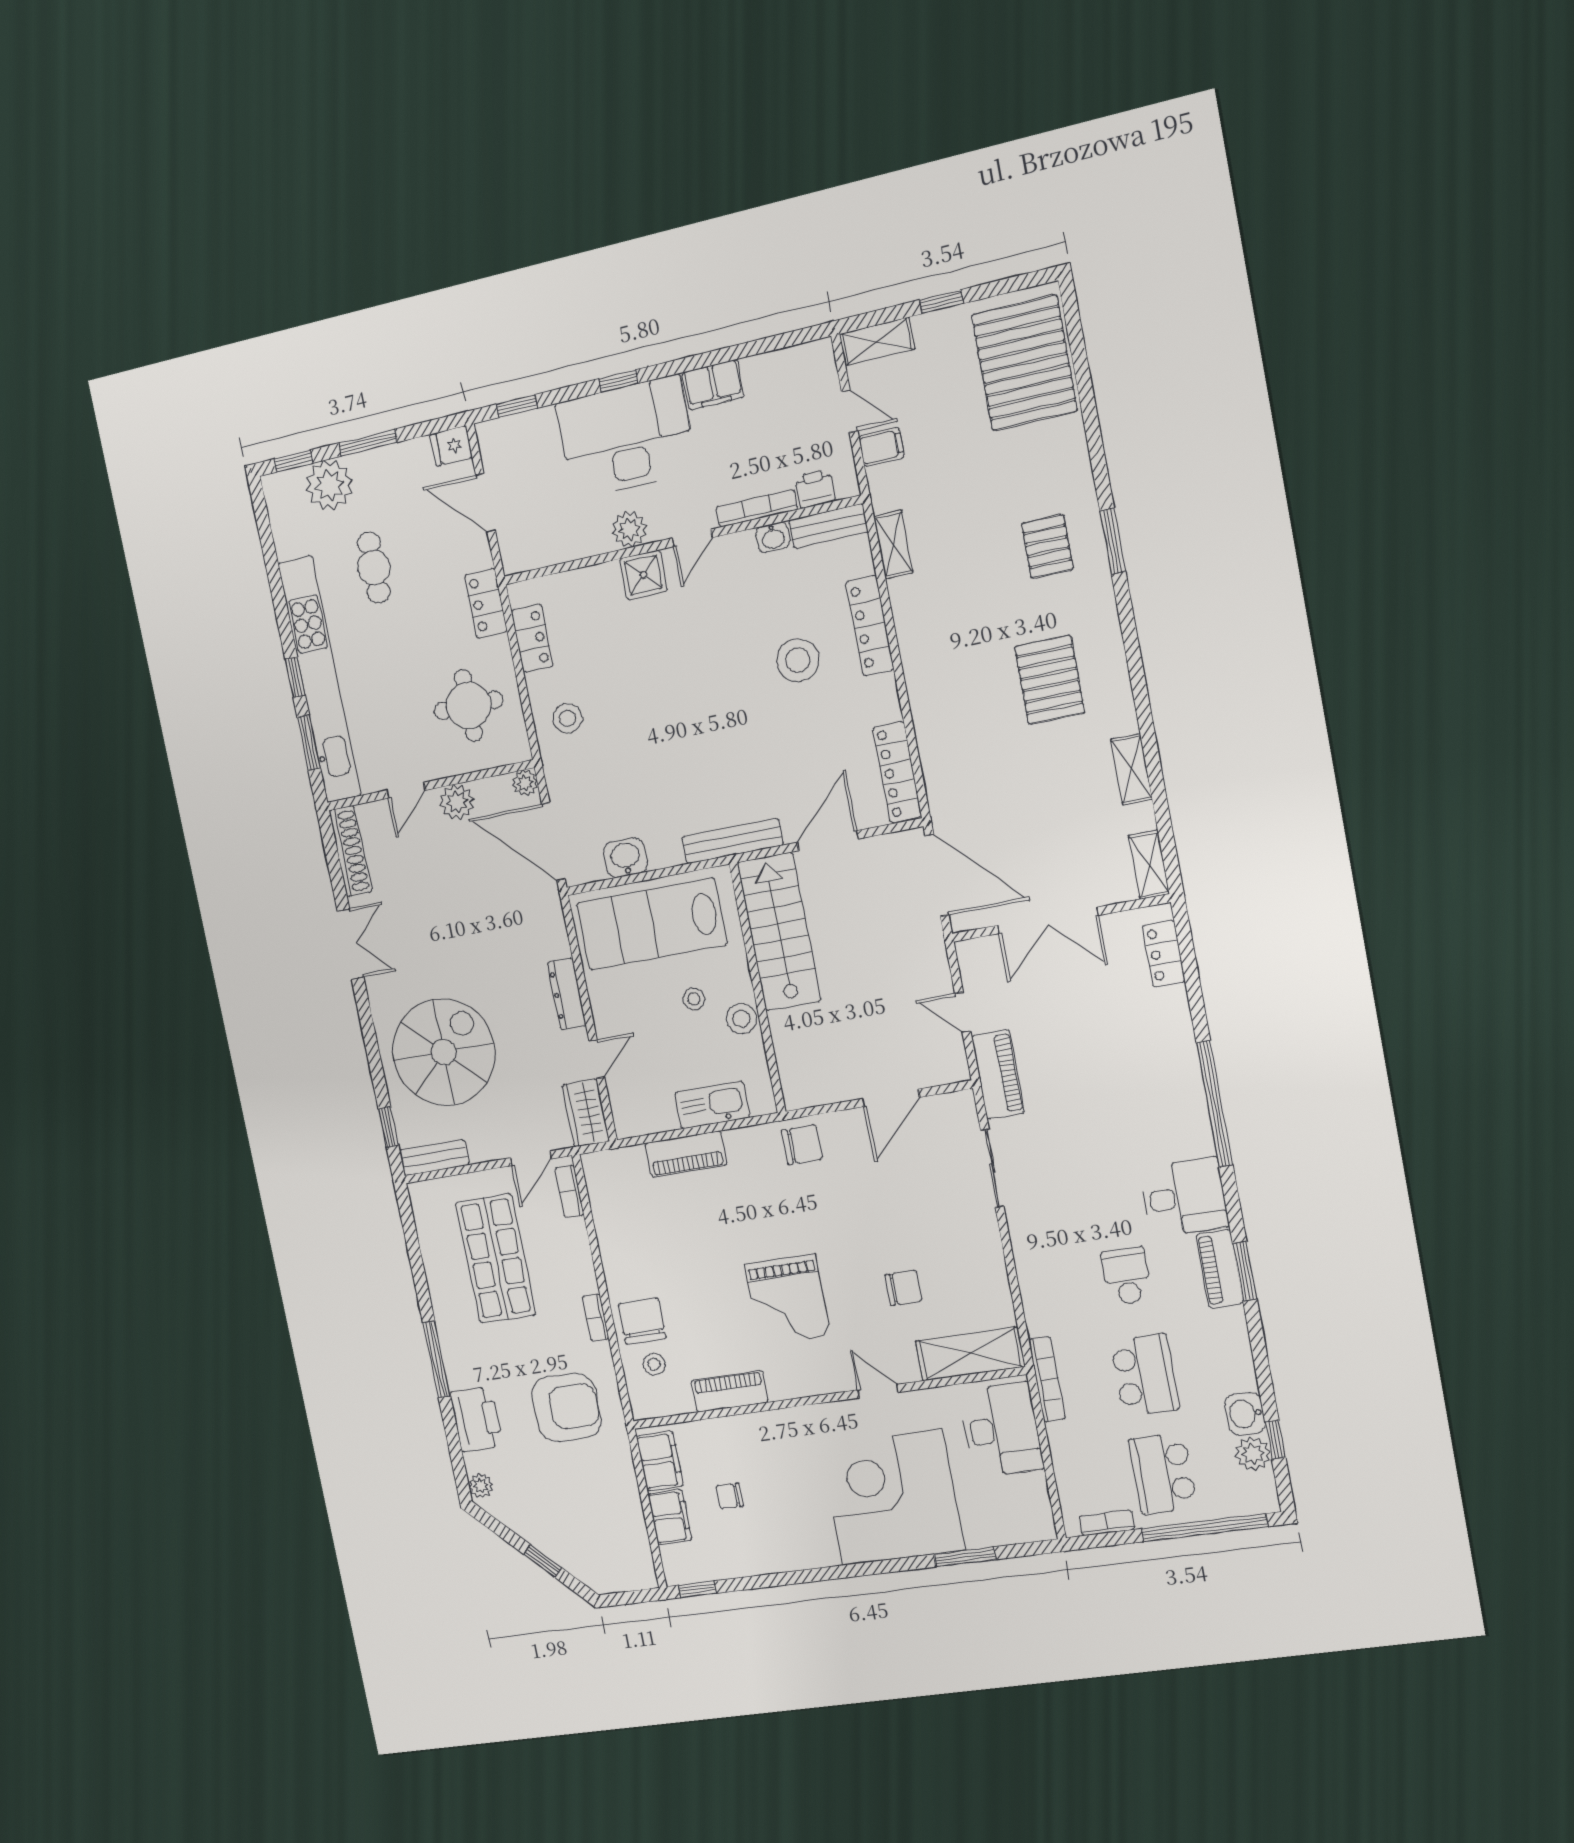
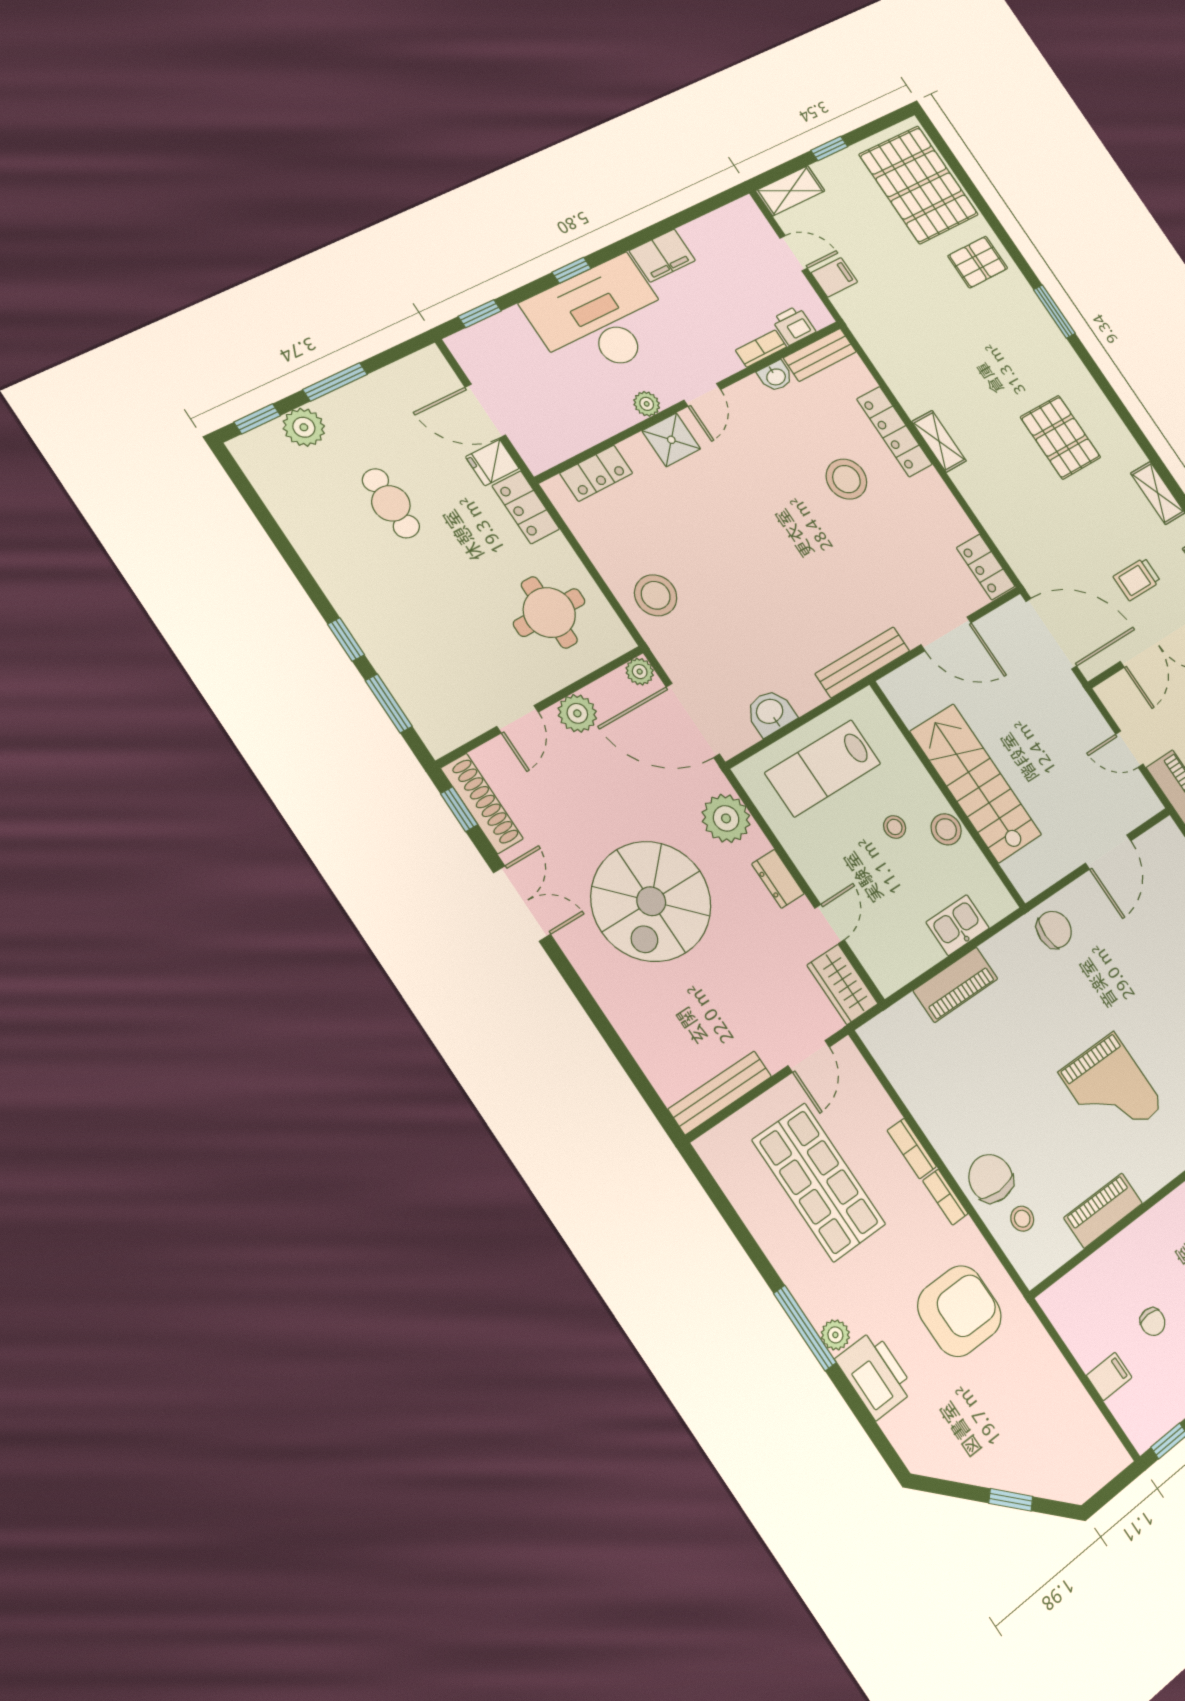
fridge: (451, 446) -> (492, 463), moved
plant: (329, 485) -> (304, 427), width x0.73, depth x0.73
bookcase: (757, 508) -> (761, 349), width x0.64
plant: (629, 530) -> (647, 404), width x0.73, depth x0.73
shelving: (893, 545) -> (939, 441), moved
pallet: (1047, 546) -> (978, 262), moved, turned 90
locker: (532, 638) -> (596, 473), moved, turned 90
kitchen unit: (319, 680) -> (375, 634), removed
stool: (568, 718) -> (656, 595), width x1.38, depth x1.38
locker: (897, 772) -> (986, 567), width x0.66
door: (828, 841) -> (946, 634), swing flipped
trolley: (1060, 851) -> (1137, 579), added
lab bench: (652, 924) -> (823, 768), width x0.73, depth x0.72
stairs: (779, 932) -> (976, 783), moved
plant: (546, 936) -> (726, 818), added
dresser: (567, 994) -> (778, 879), width x0.70
spiral stairs: (444, 1052) -> (651, 901), moved, turned 180
kitchen sink: (712, 1105) -> (958, 925), width x0.73
window: (388, 1127) -> (459, 809), moved
bench: (434, 1158) -> (720, 1093), width x1.36
bookcase: (569, 1191) -> (912, 1149), moved
filing cabinet: (660, 1461) -> (1073, 1320), removed
plant: (481, 1486) -> (835, 1335), moved
chair: (730, 1496) -> (1153, 1322), turned -90
filing cabinet: (670, 1517) -> (1109, 1376), width x0.50

